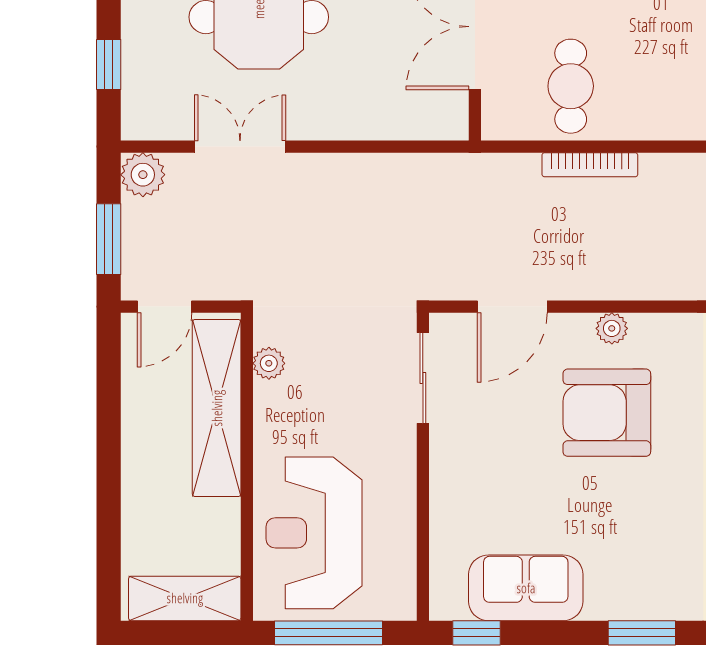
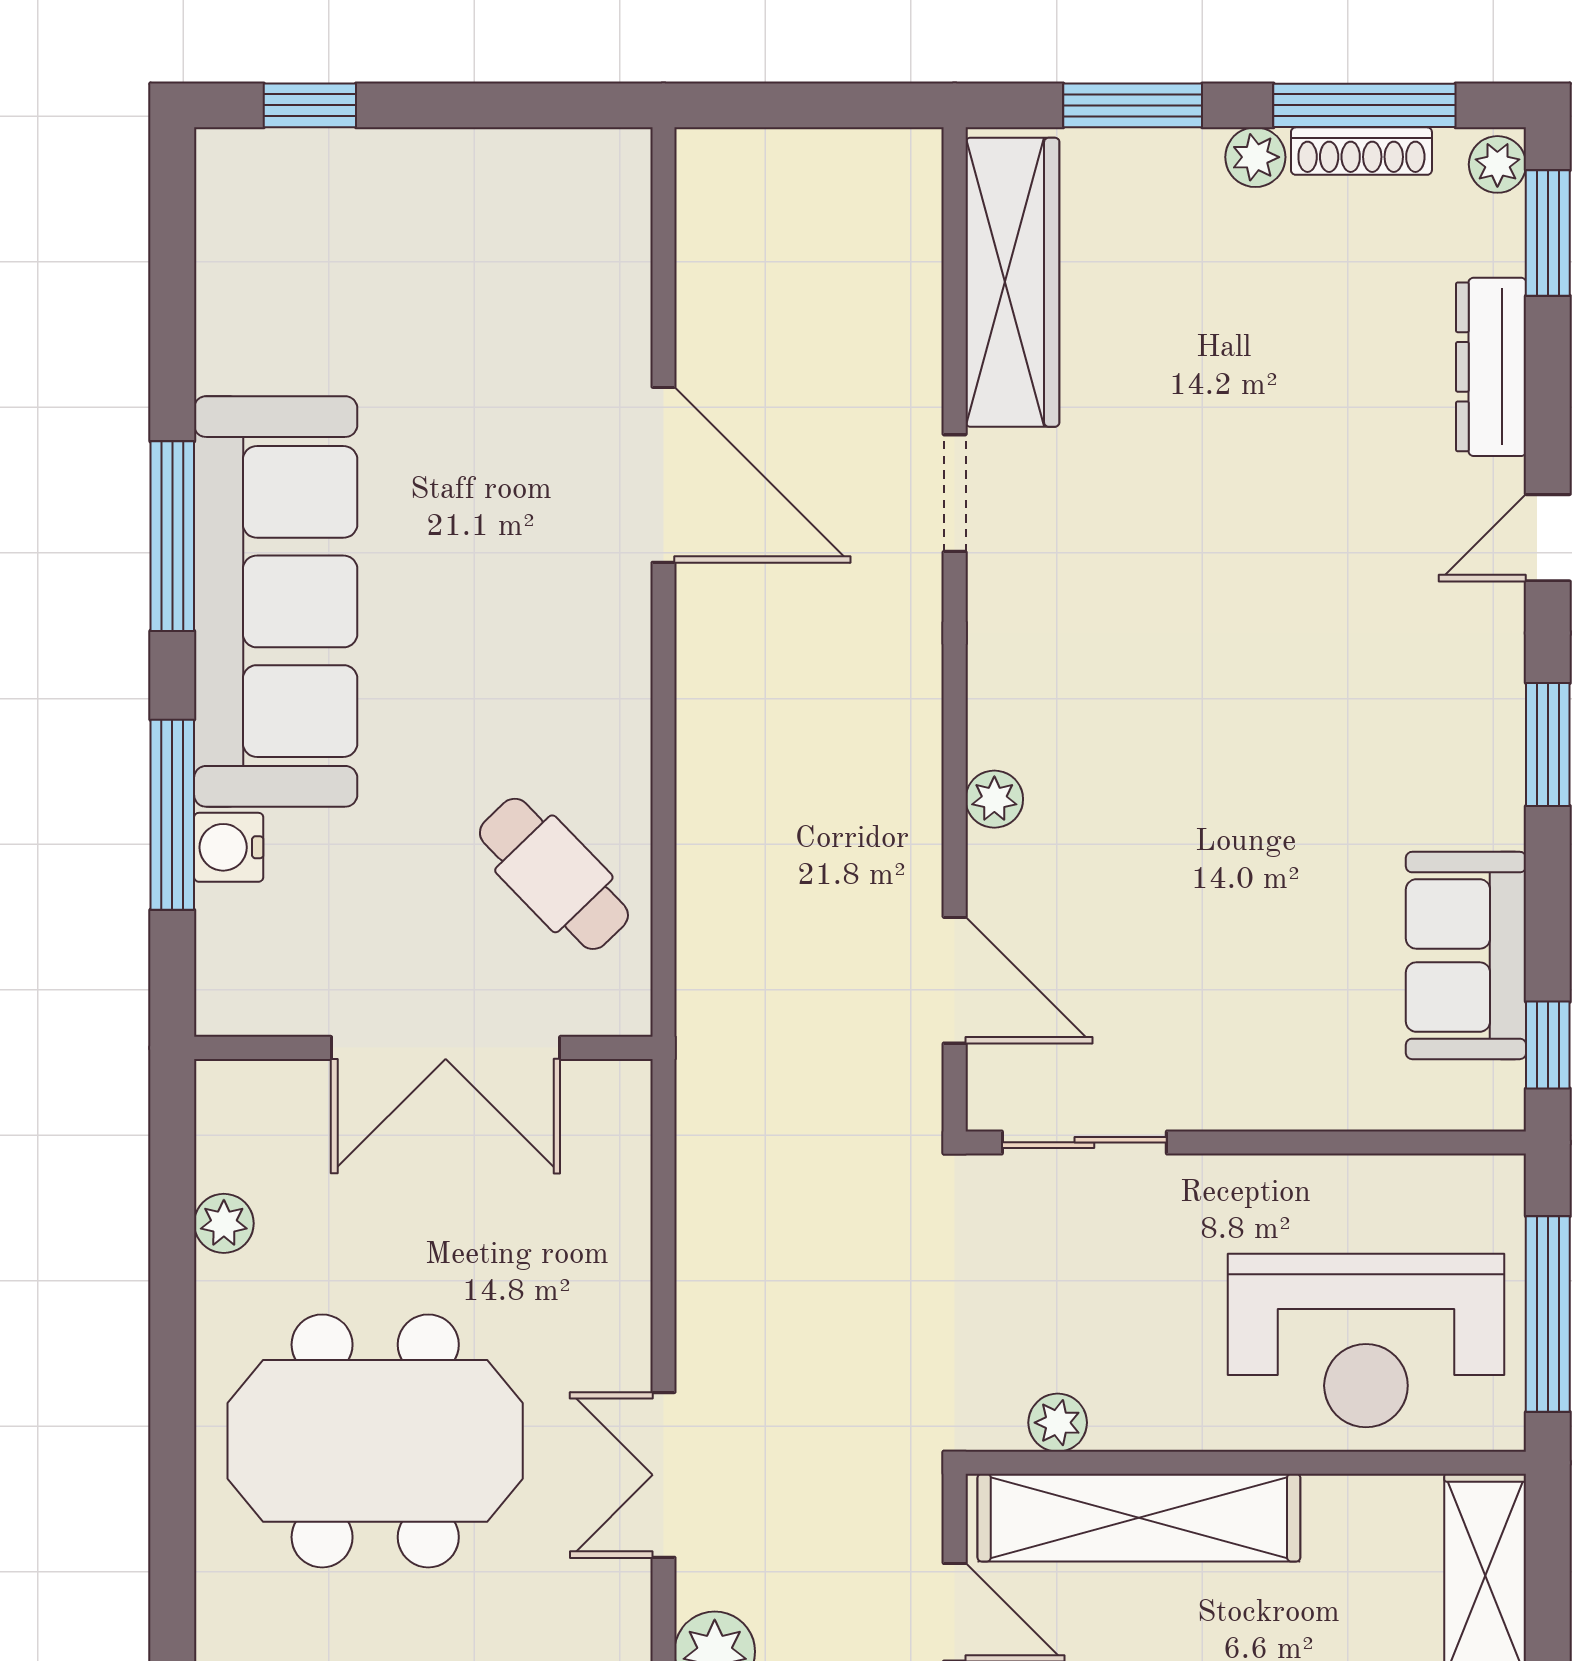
cafe table: (571, 86) -> (554, 874), turned 46
bookcase: (590, 165) -> (697, 839), removed
armchair: (607, 413) -> (1147, 808), removed

